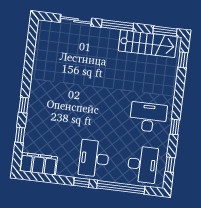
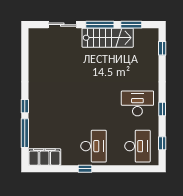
window: (165, 31) -> (131, 25), moved
stairs: (148, 44) -> (108, 38), moved
window: (20, 135) -> (25, 133), width x2.17
desk: (94, 158) -> (93, 146), turned 180
window: (121, 187) -> (121, 169), removed

